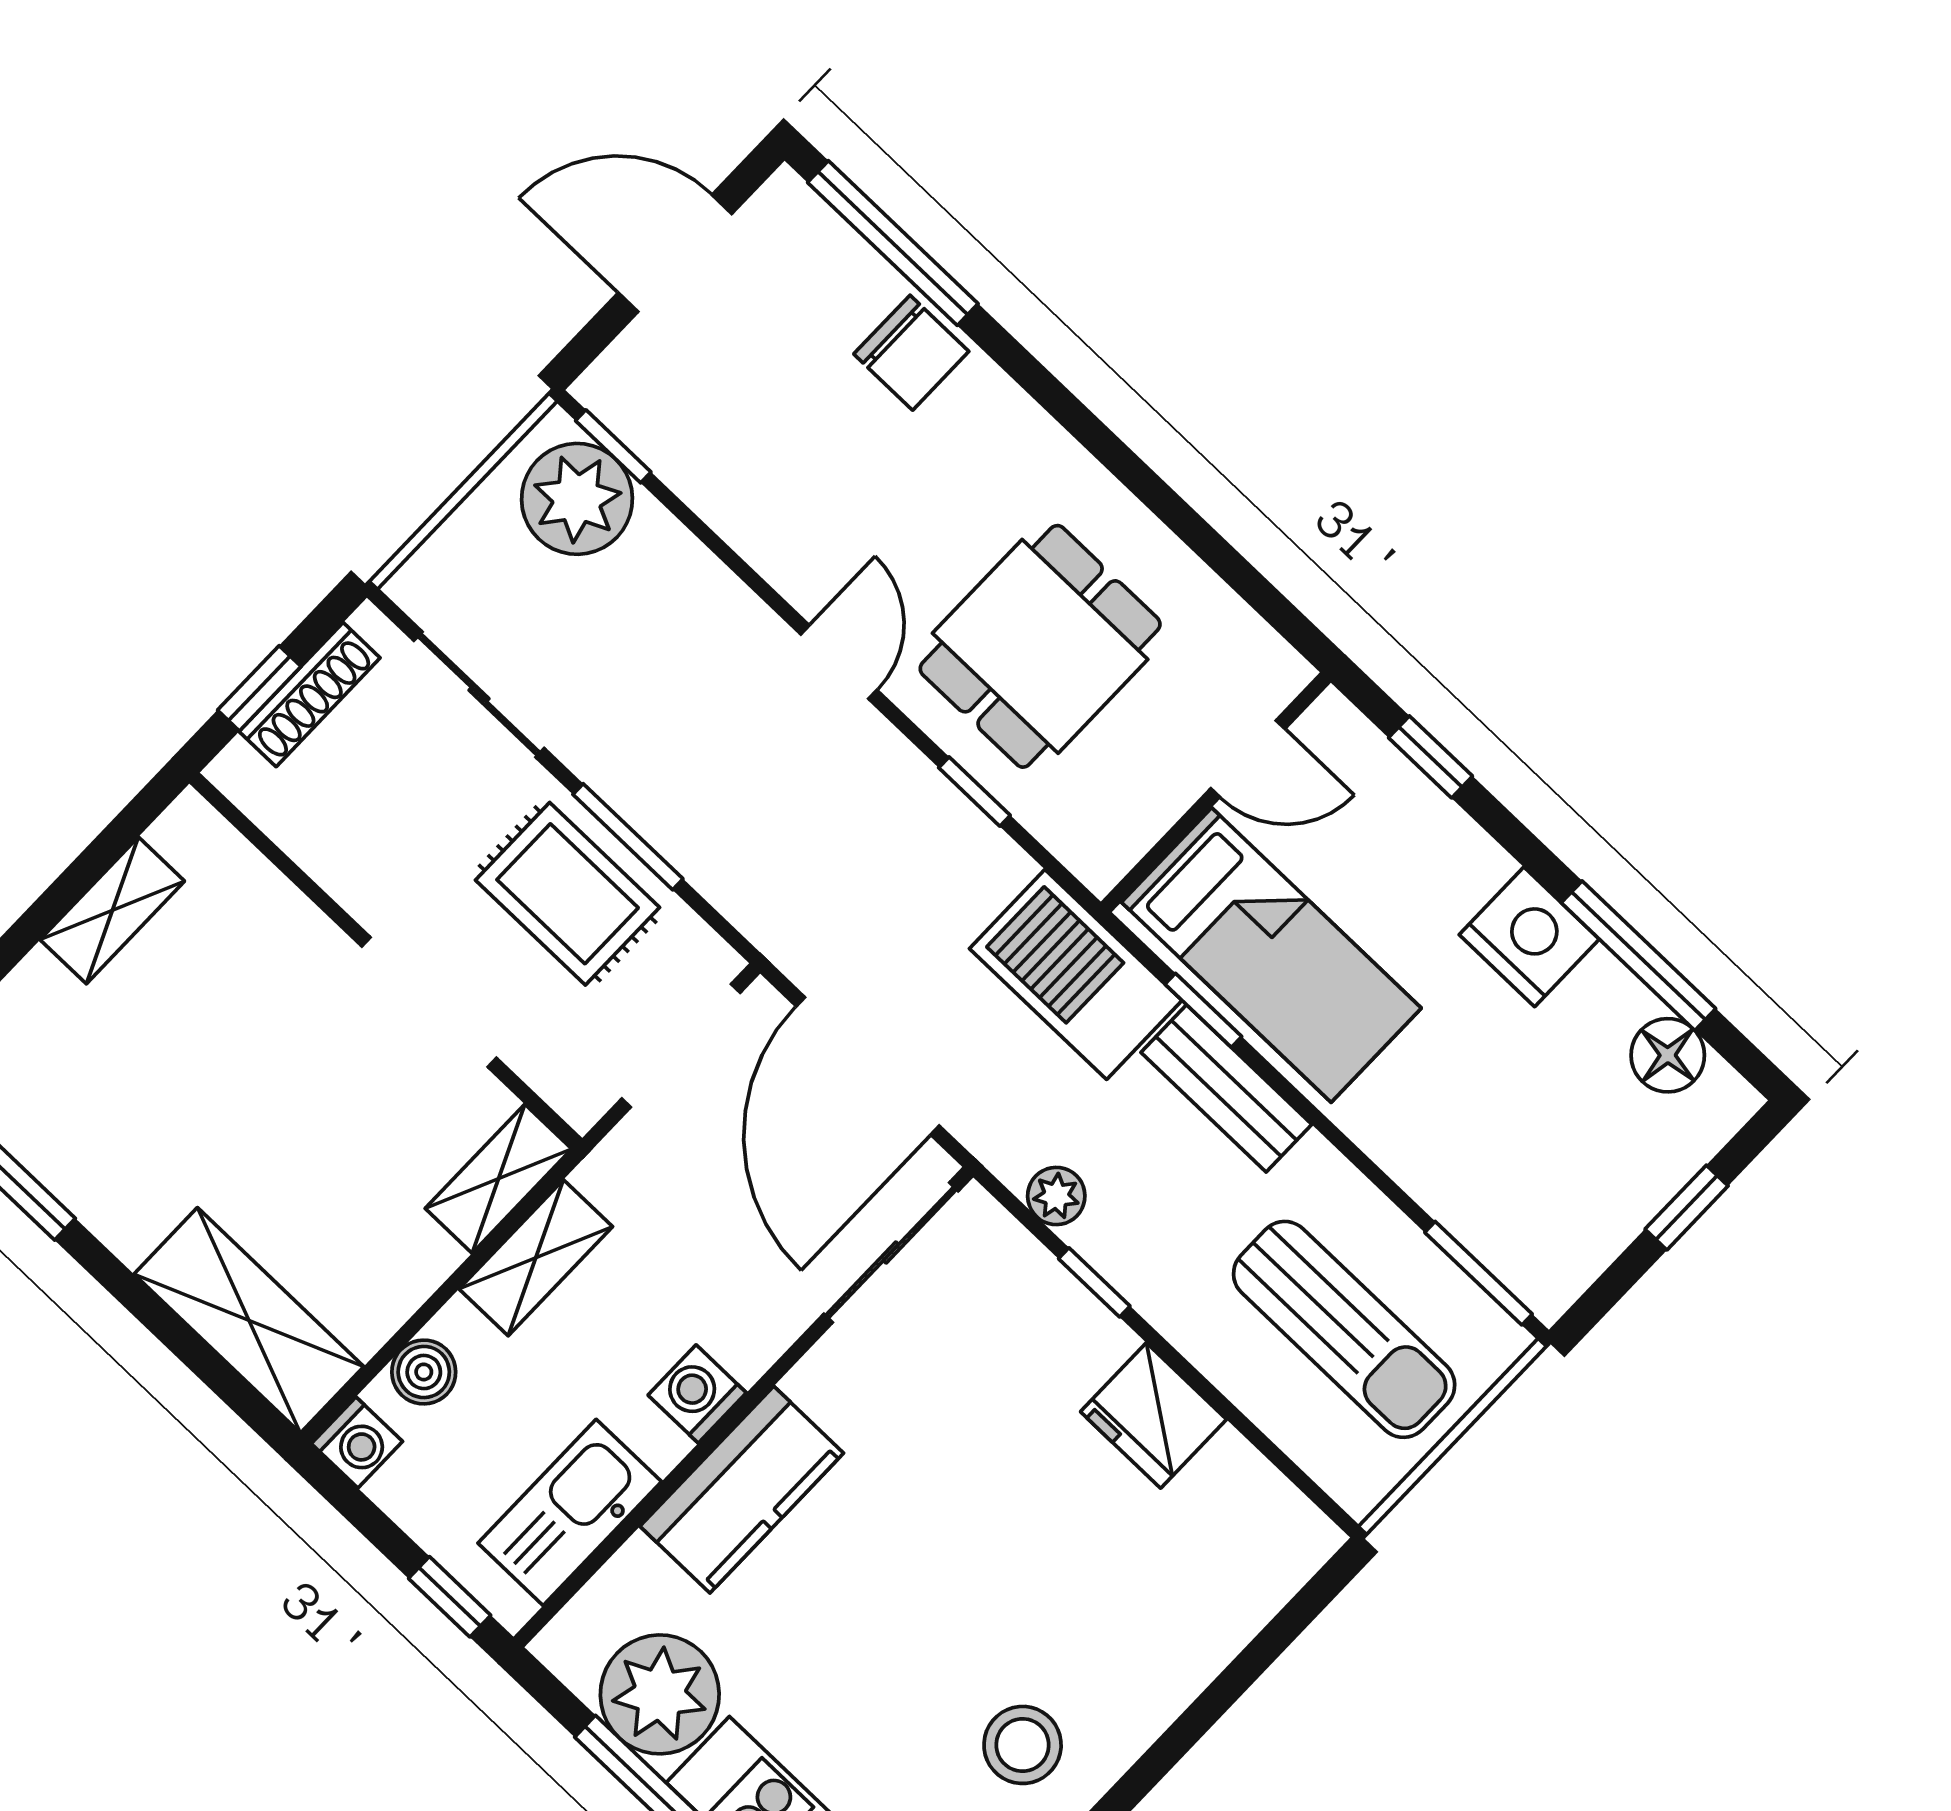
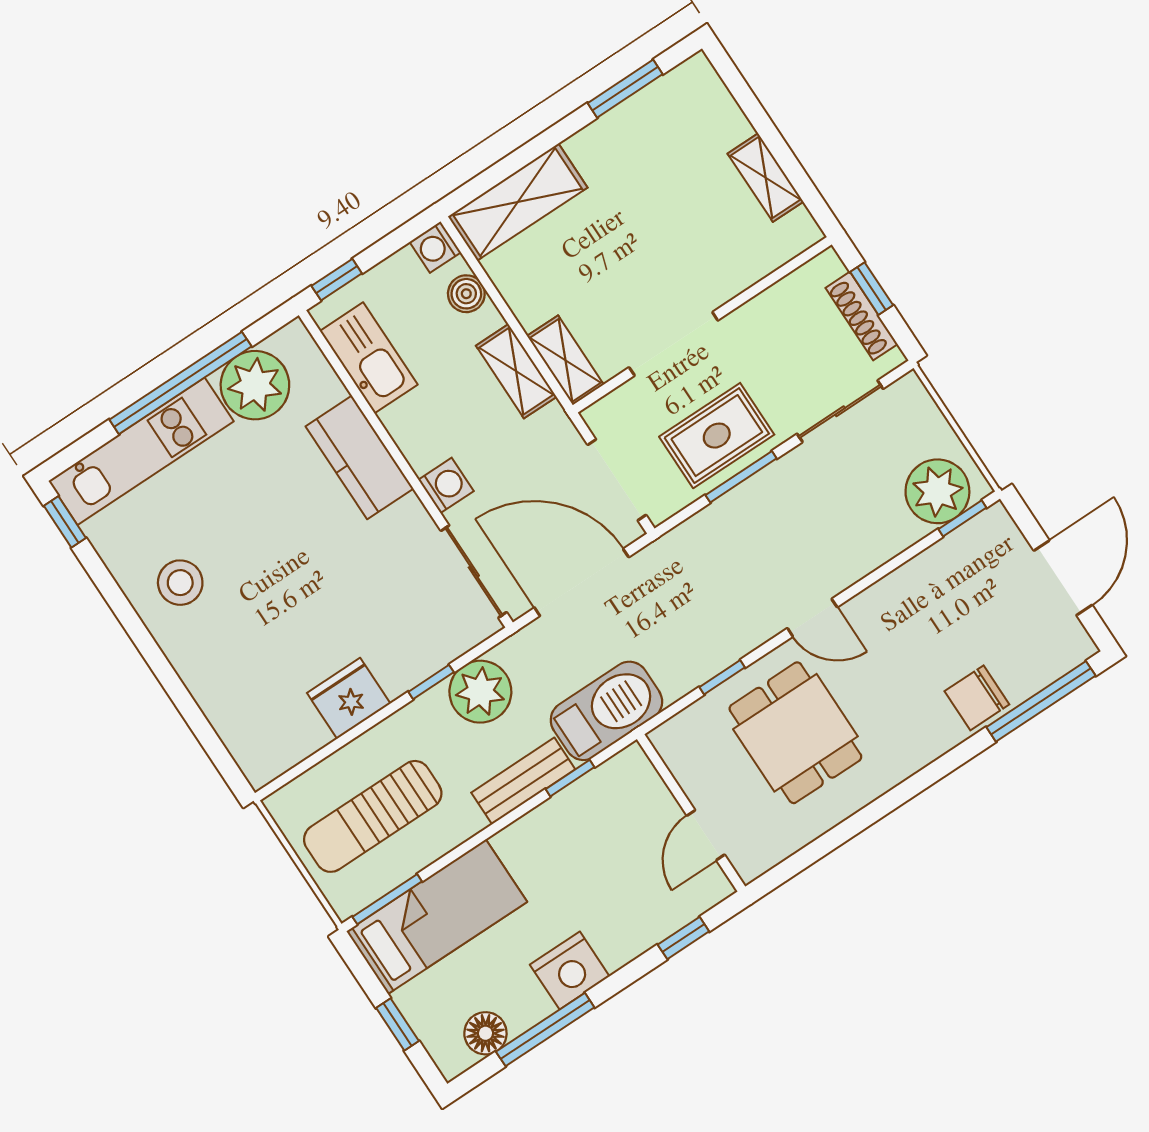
bed: (1271, 955) -> (437, 917), moved, turned 180
plant: (1056, 1196) -> (480, 692), width x1.87, depth x1.87
washing machine: (697, 1394) -> (446, 485), moved

